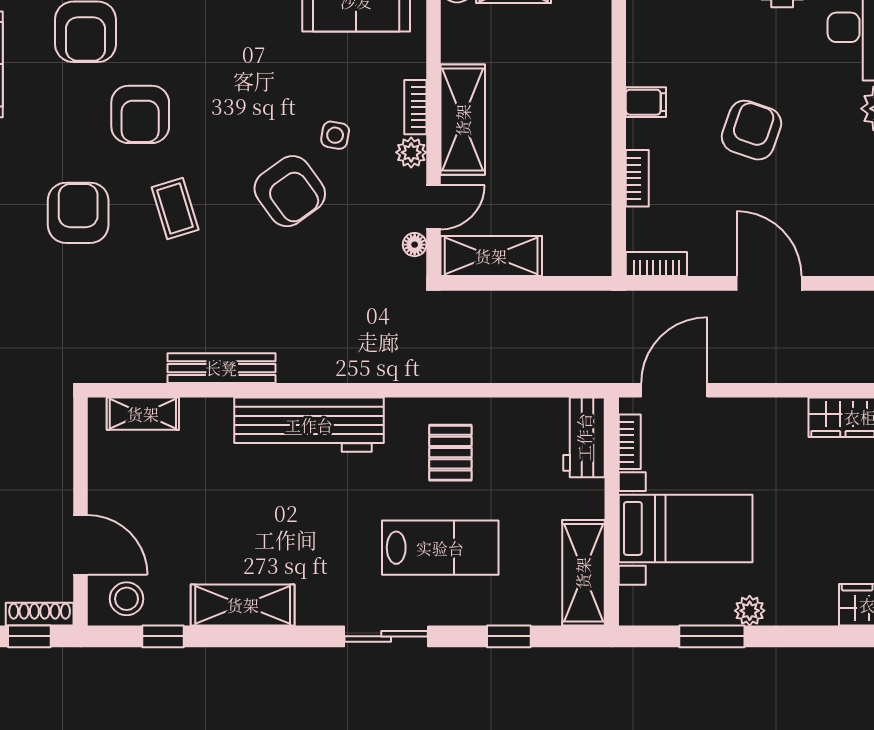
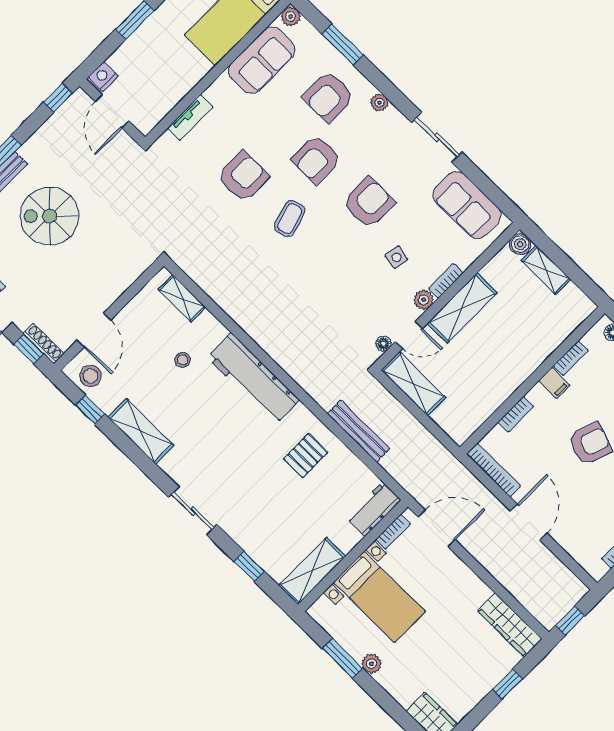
bookcase: (637, 57) -> (571, 358), added
armchair: (290, 191) -> (369, 203), moved, turned -144
bookcase: (656, 264) -> (494, 470), width x1.56
bench: (221, 368) -> (359, 431), moved
stool: (211, 481) -> (183, 360), added
lab bench: (440, 548) -> (258, 495), removed

